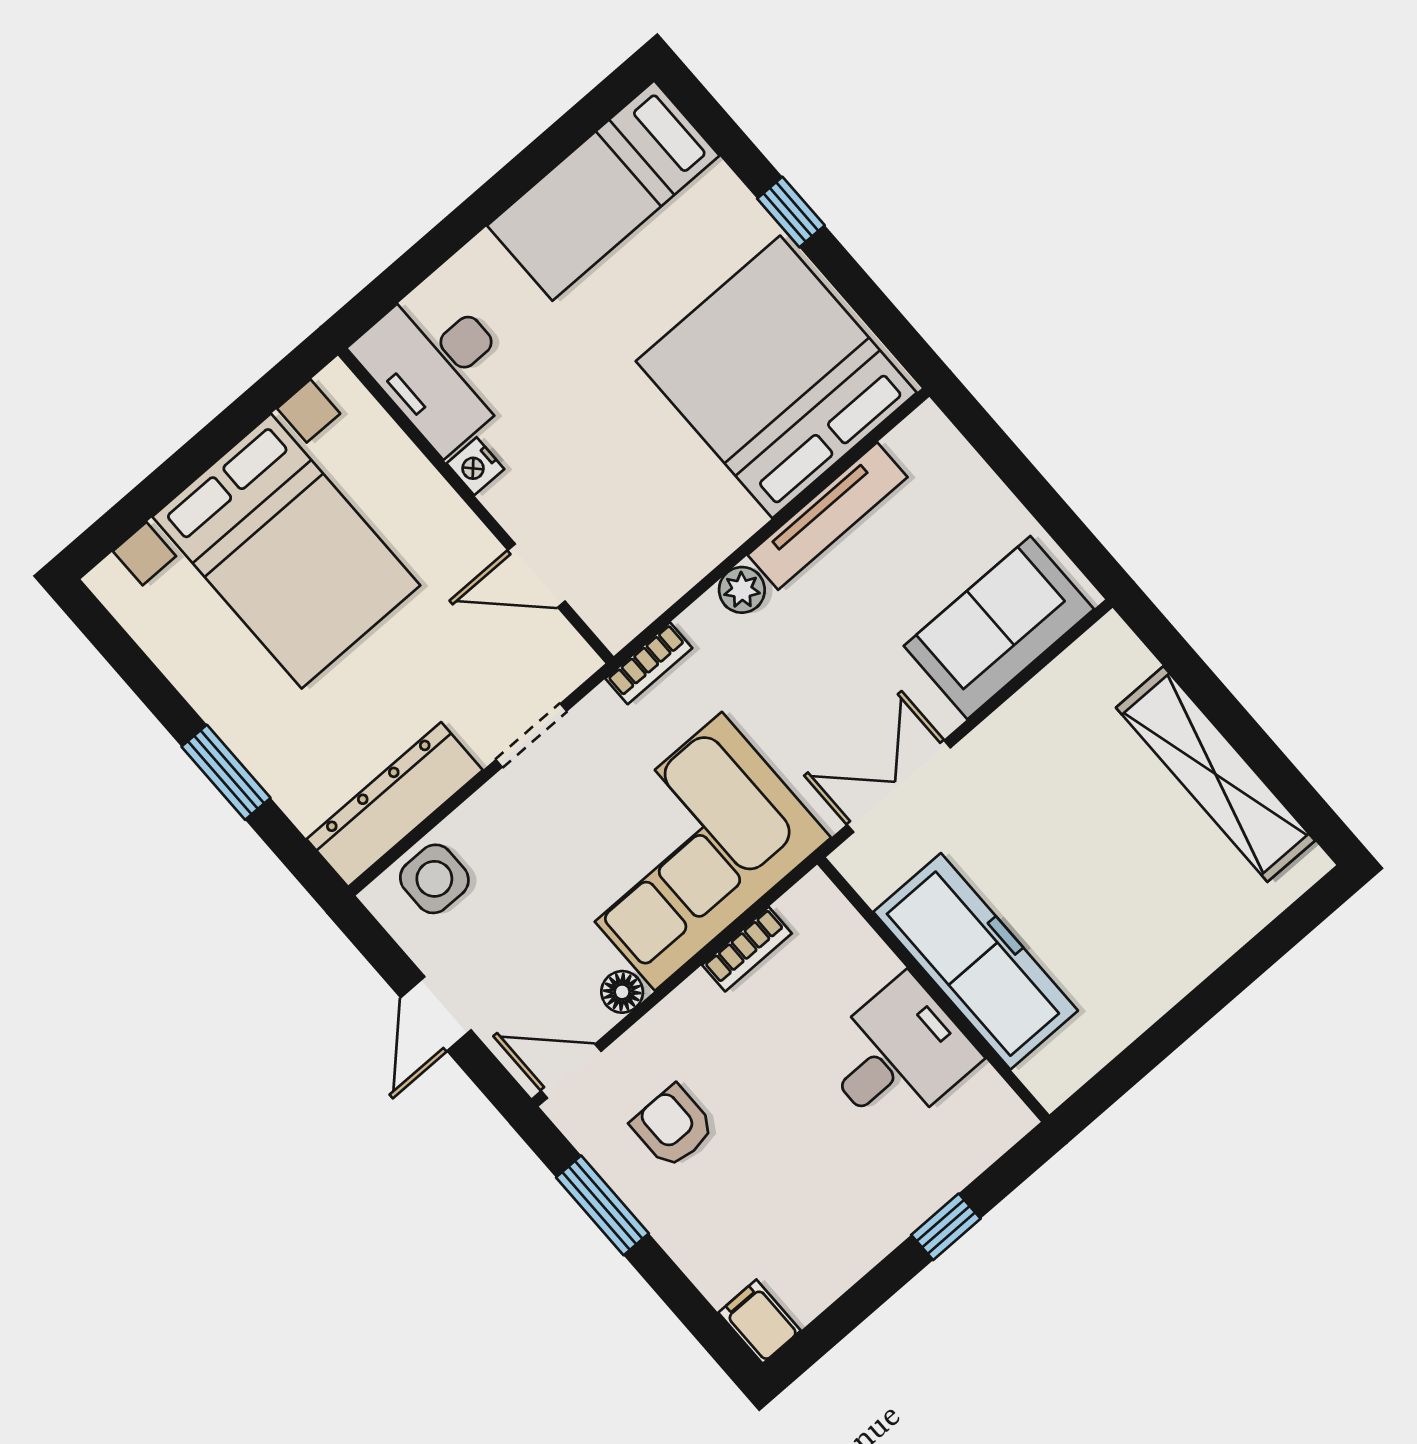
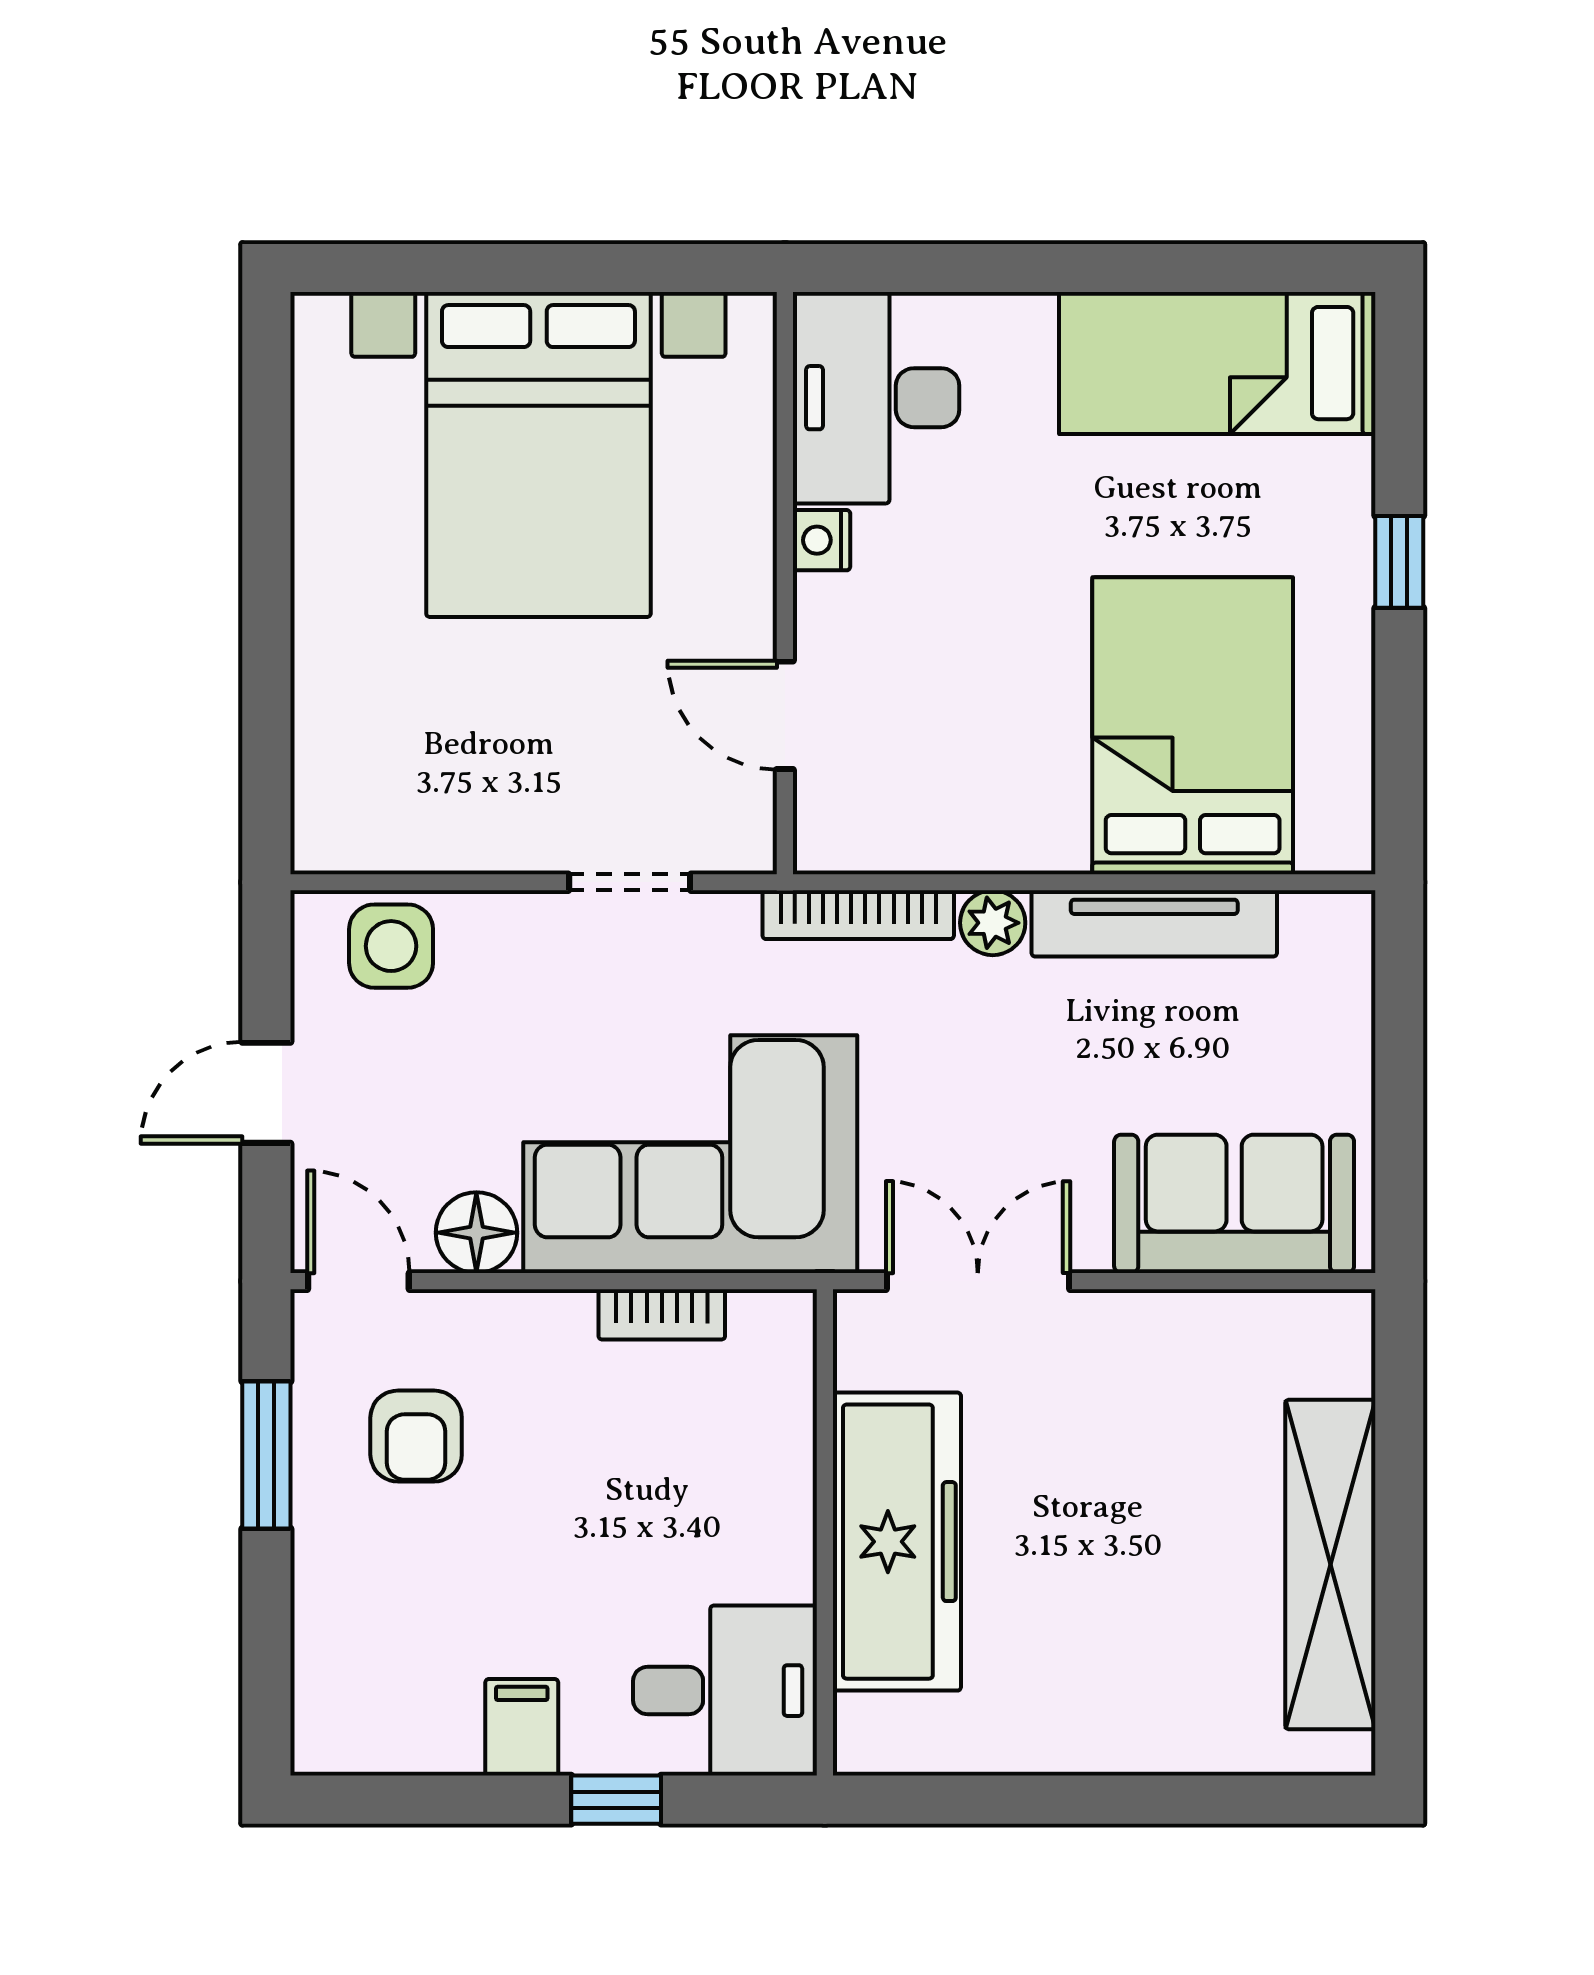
bed: (776, 377) -> (1193, 726), width x0.73
bookcase: (649, 663) -> (858, 915), width x1.56
window: (226, 772) -> (266, 636), removed
dresser: (395, 805) -> (418, 829), removed
floor lamp: (622, 992) -> (476, 1233), width x1.37, depth x1.37
desk: (898, 1055) -> (725, 1691), moved
armchair: (673, 1127) -> (416, 1436), turned 180
filing cabinet: (759, 1322) -> (522, 1727), moved

